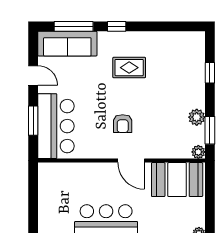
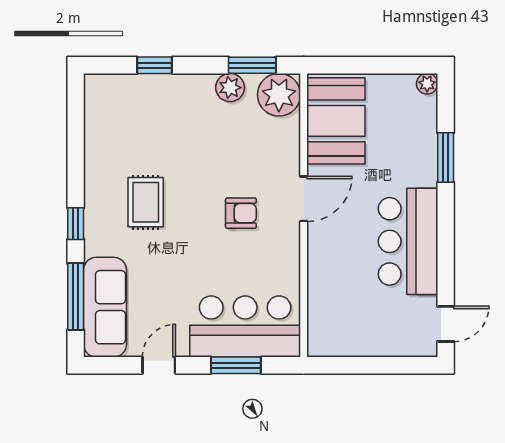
plant: (198, 152) -> (279, 95), width x1.87, depth x1.87

